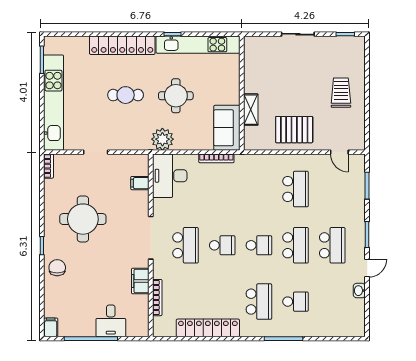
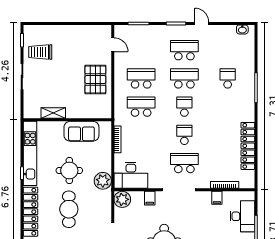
trolley: (341, 93) -> (40, 52), moved
cafe table: (126, 95) -> (69, 209), width x1.37, depth x1.35
shelving: (251, 110) -> (53, 113), moved
sofa: (227, 128) -> (81, 131), moved
door: (339, 152) -> (113, 45), hinge flipped
plant: (138, 164) -> (122, 199), added
filing cabinet: (140, 183) -> (150, 198), moved
filing cabinet: (140, 281) -> (217, 198), width x0.50
washbasin: (359, 291) -> (242, 29), moved
school desk: (259, 302) -> (141, 107), moved
desk: (111, 321) -> (242, 216), width x1.37

